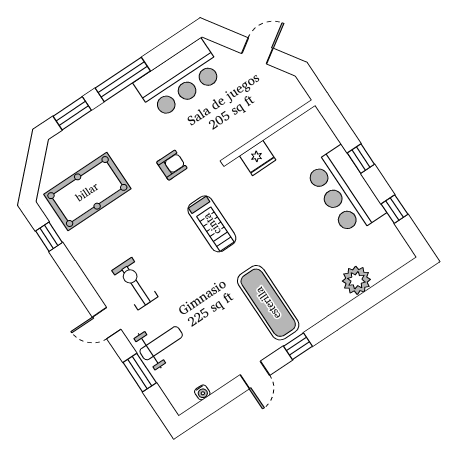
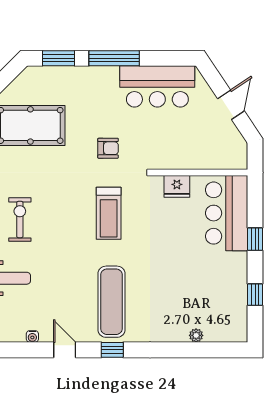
door: (257, 51) -> (231, 105), hinge flipped
bar counter: (345, 191) -> (227, 213), moved
plant: (356, 280) -> (196, 335), width x0.53, depth x0.53
door: (255, 375) -> (65, 350), swing flipped
water cooler: (202, 392) -> (32, 336), moved

